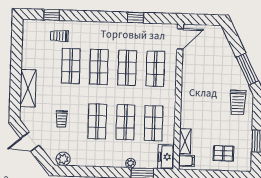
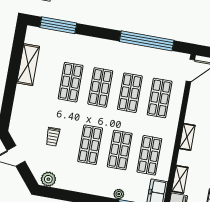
window: (52, 15) -> (58, 25), width x2.17
window: (136, 18) -> (147, 41), width x3.17
trolley: (59, 36) -> (63, 49), removed
shelving: (28, 88) -> (28, 65), moved
shelving: (186, 101) -> (187, 137), added

